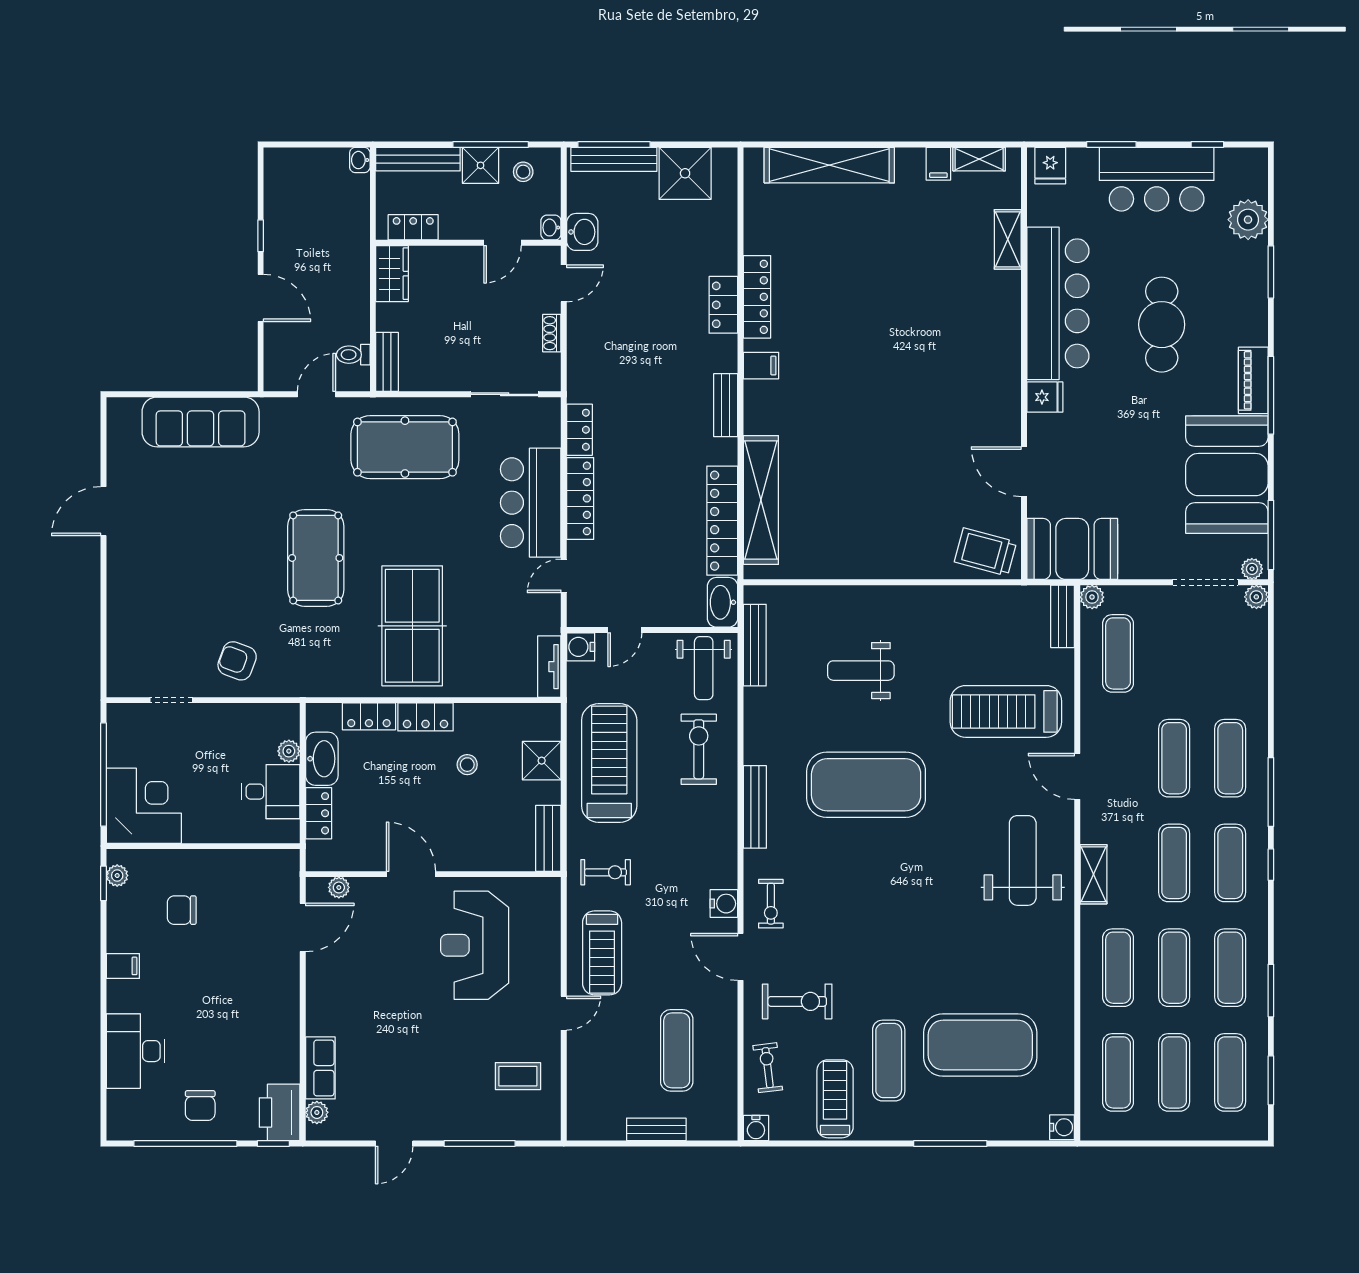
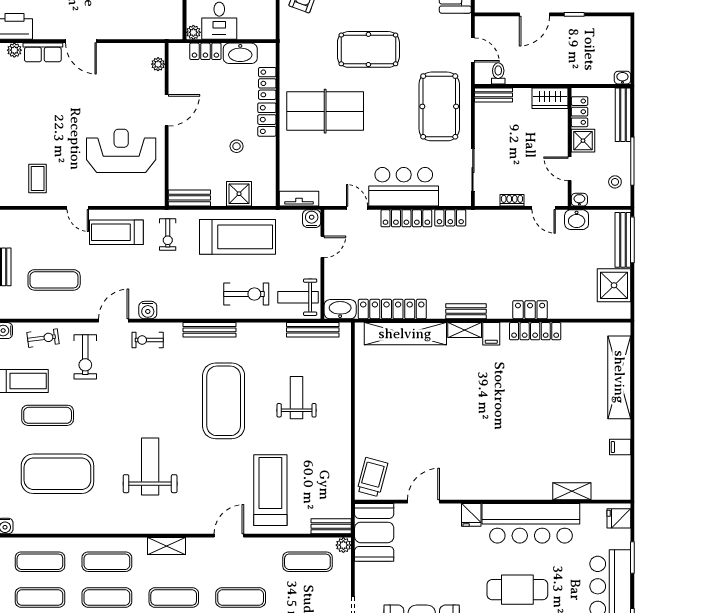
shelving: (979, 159) -> (465, 330), moved, turned 90
shower: (481, 165) -> (583, 141), moved
door: (625, 630) -> (322, 247), swing flipped
plant: (289, 751) -> (193, 32), moved
weight bench: (1023, 860) -> (150, 466), moved, turned -90
door: (303, 927) -> (81, 41), moved
exercise mat: (980, 1045) -> (57, 474), turned 90

